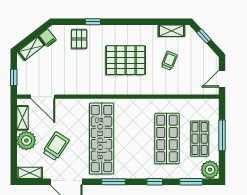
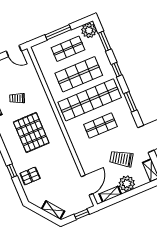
filing cabinet: (48, 38) -> (39, 201), removed
shop shelf: (102, 139) -> (100, 125), width x0.50, depth x0.74
shop shelf: (134, 139) -> (90, 100), added

